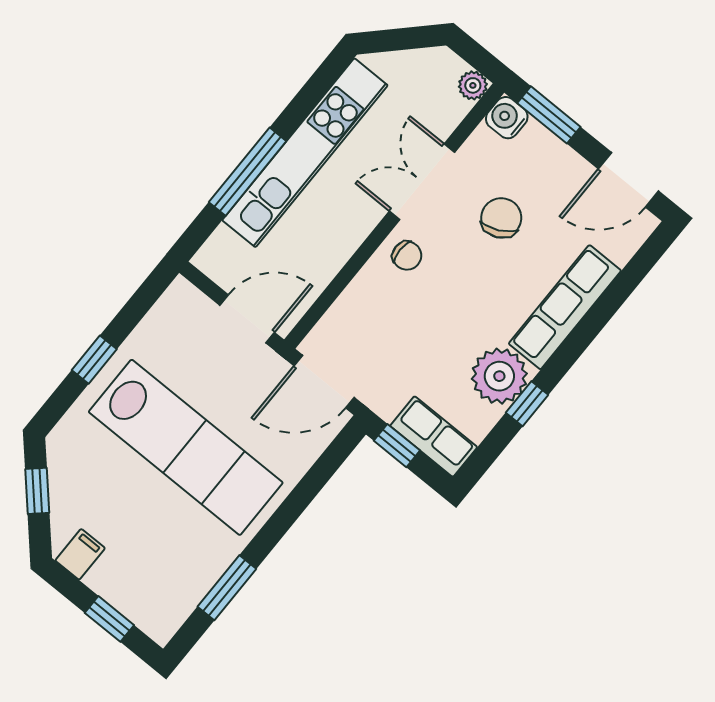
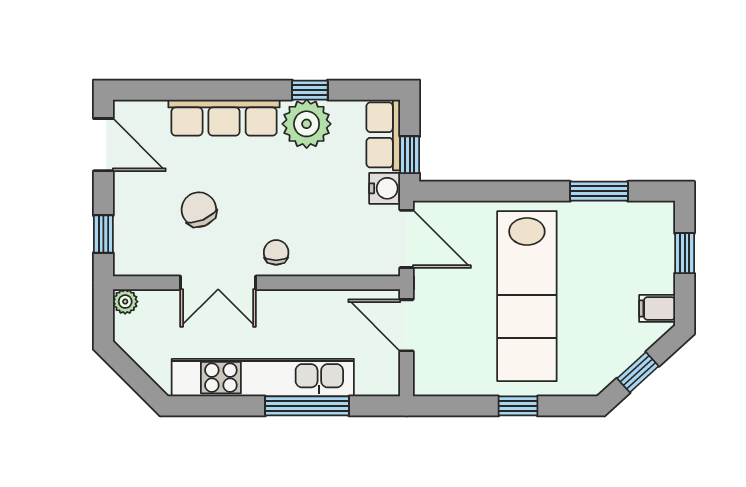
window: (549, 115) -> (103, 234), width x0.67
water cooler: (507, 118) -> (385, 188), moved, turned -90
chair: (501, 218) -> (199, 210), turned 93
lab bench: (186, 447) -> (527, 296), turned 180

